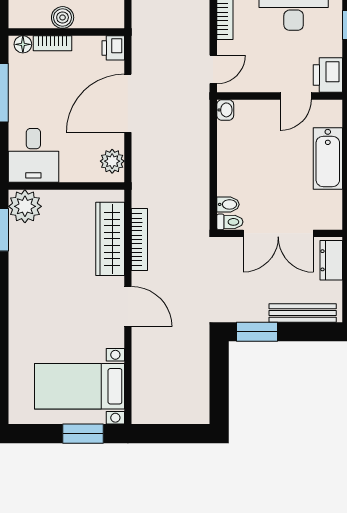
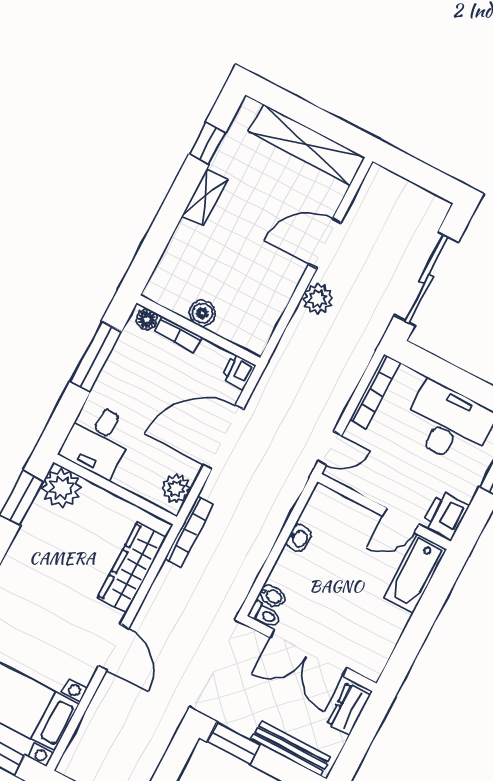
washbasin: (225, 110) -> (299, 538), moved
bathtub: (328, 158) -> (415, 573), moved
bookcase: (139, 240) -> (189, 532), moved

